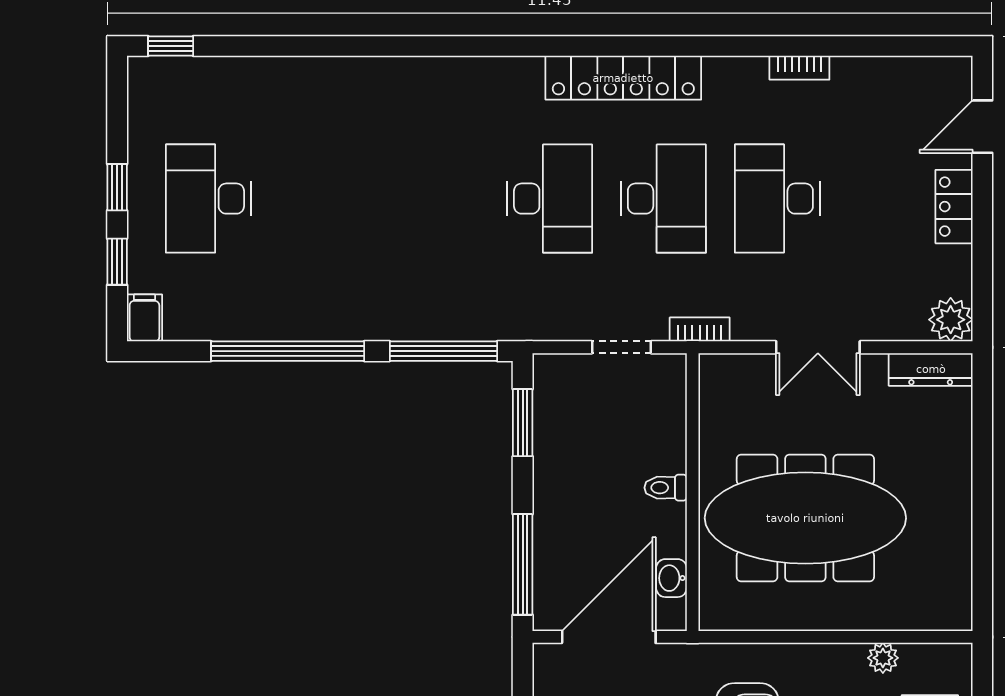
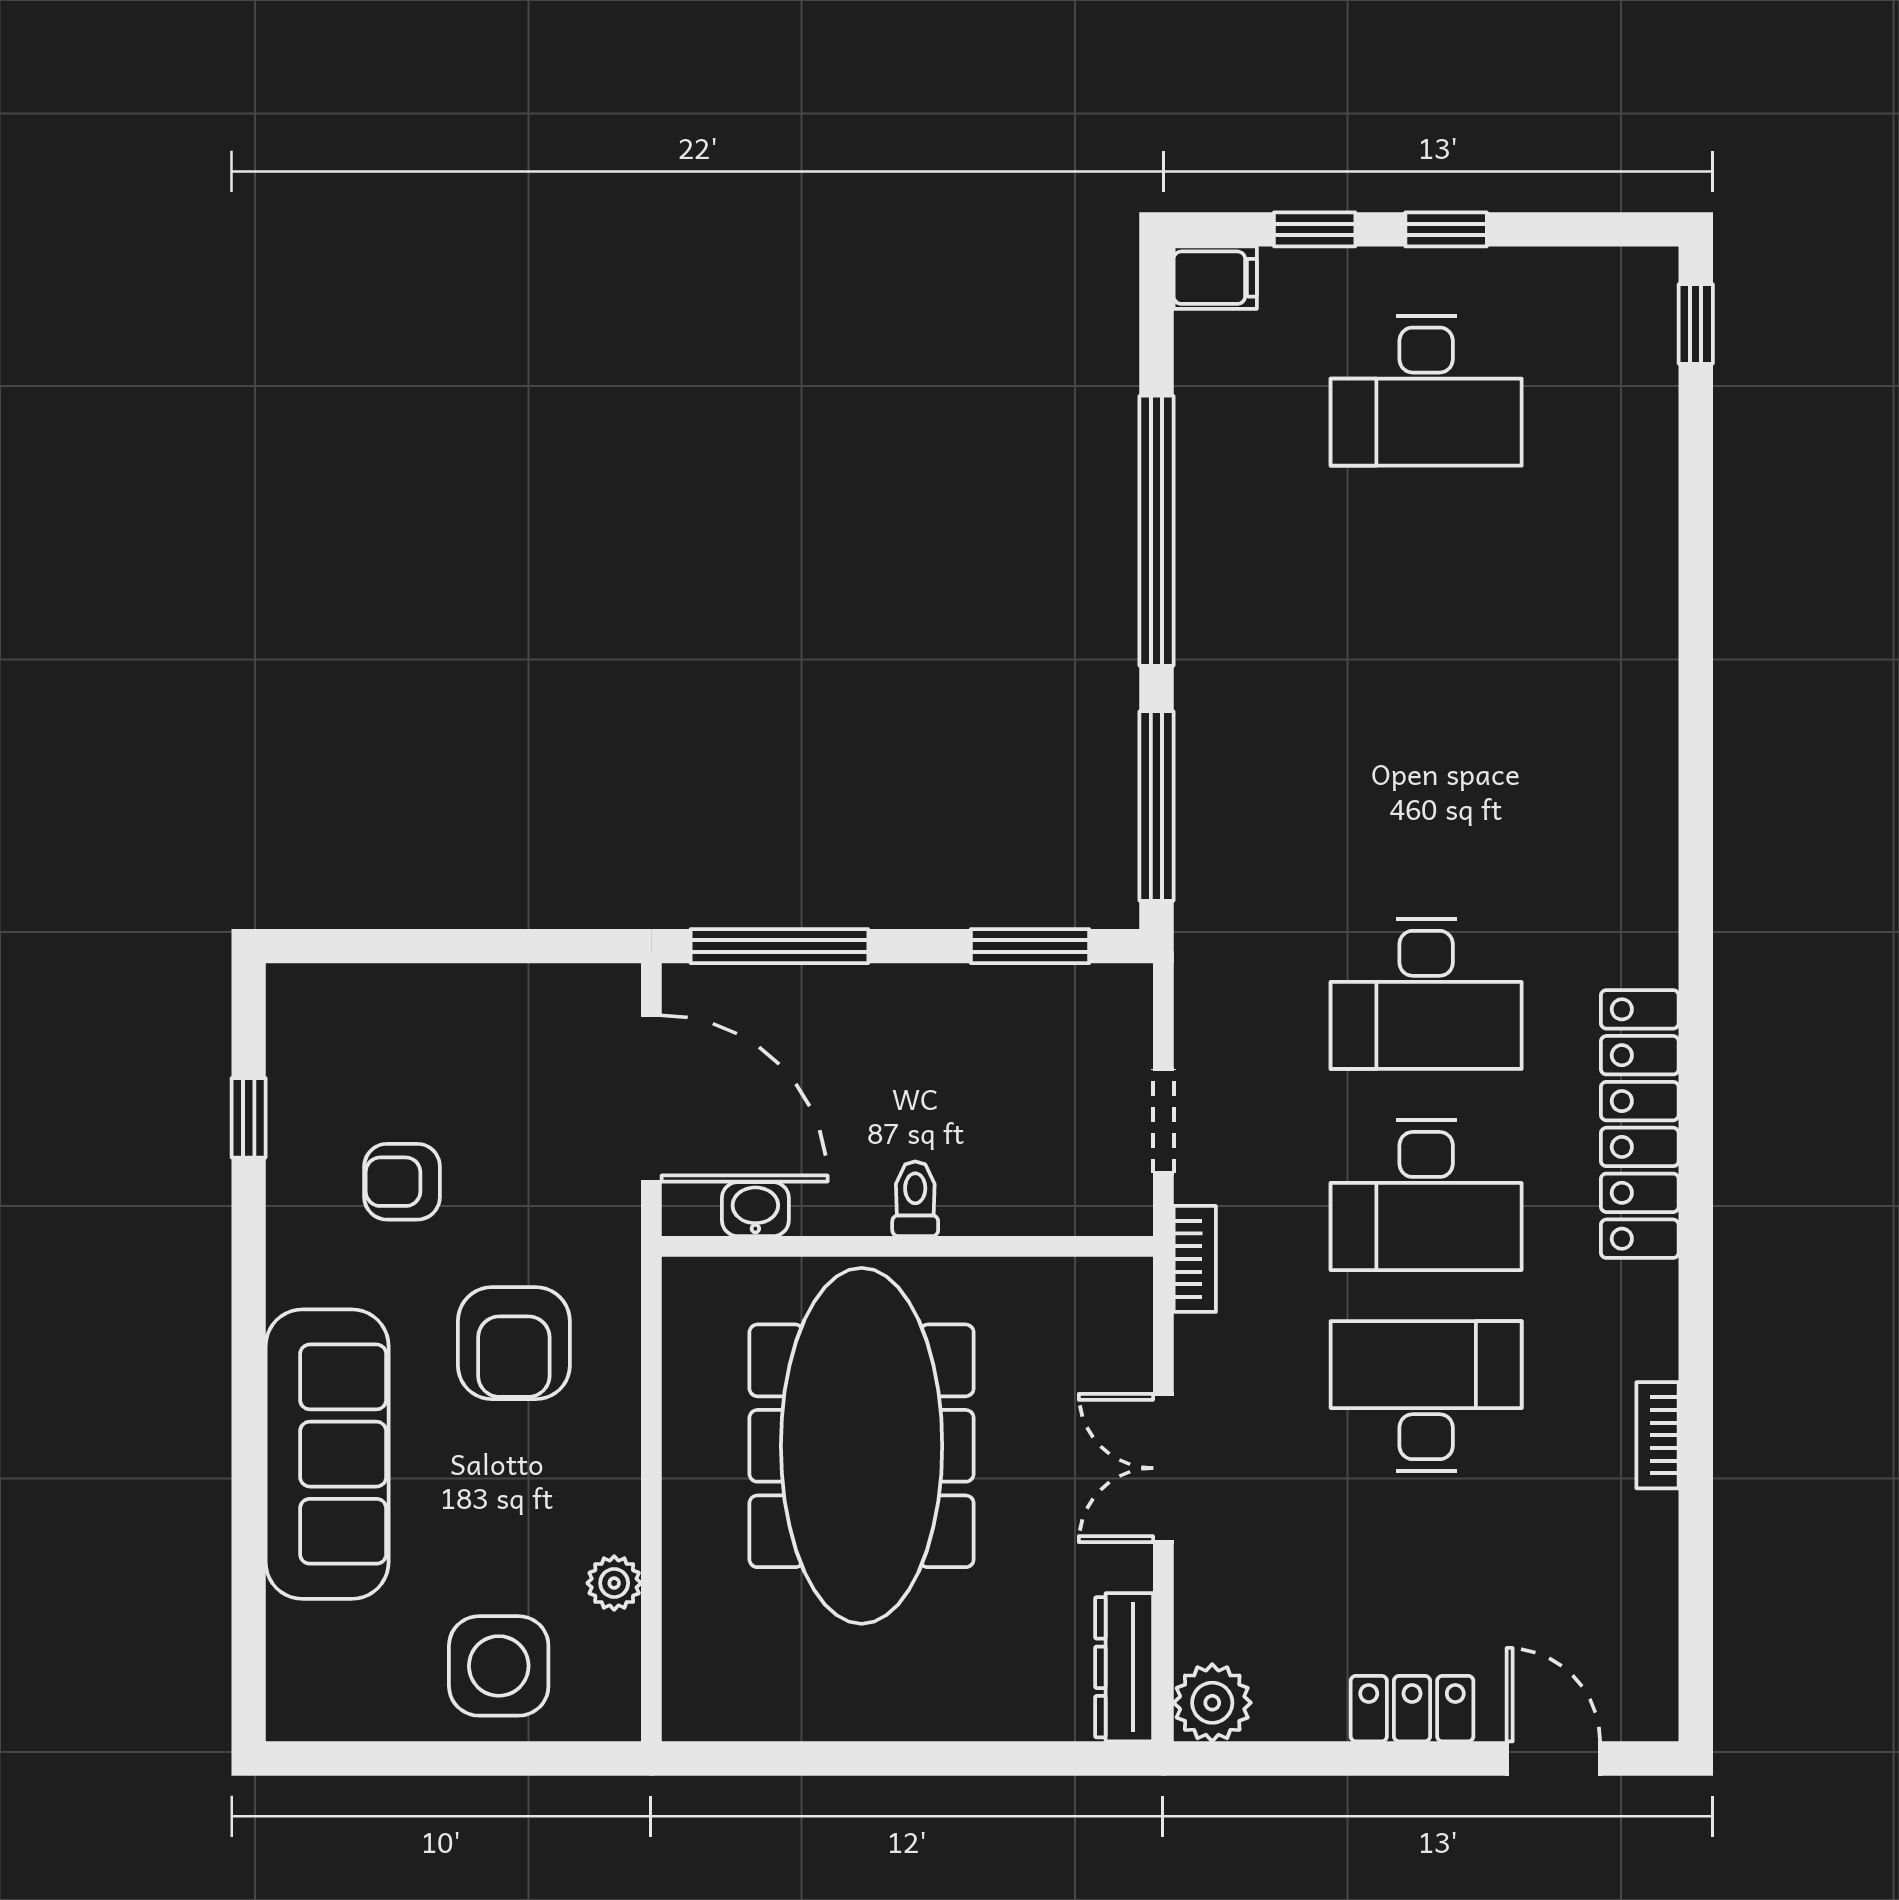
desk: (208, 199) -> (1426, 391), turned 180

